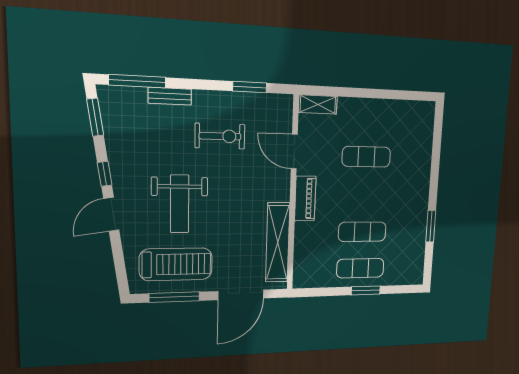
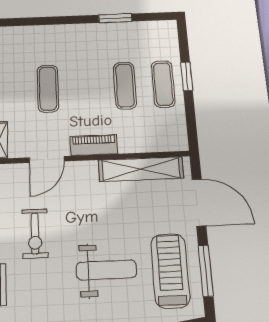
exercise bike: (220, 136) -> (35, 233), turned 180

